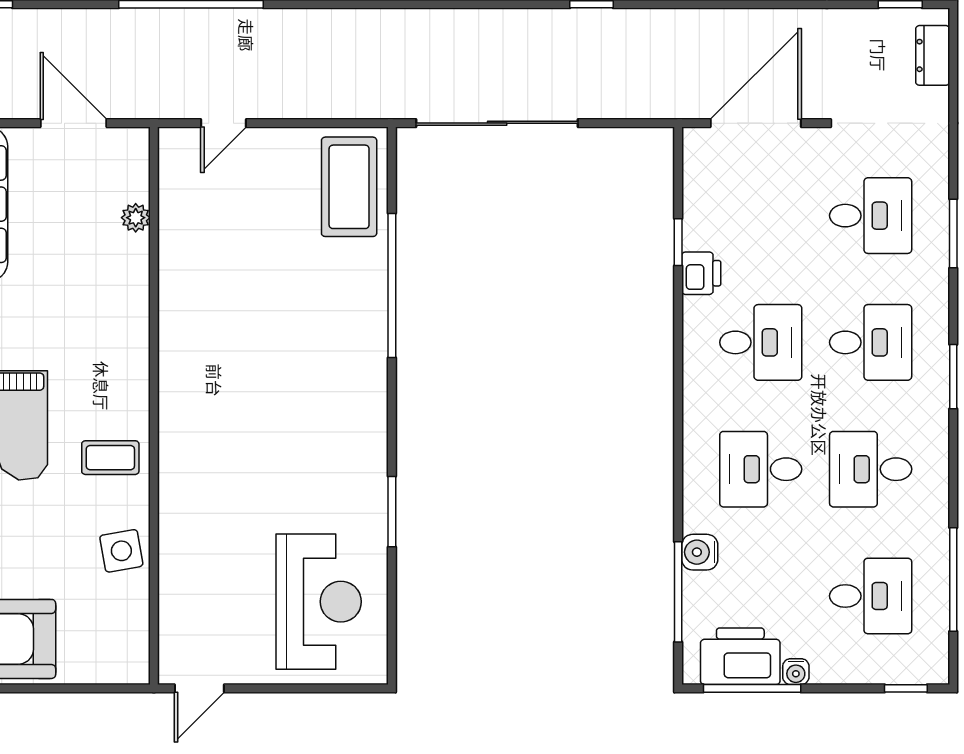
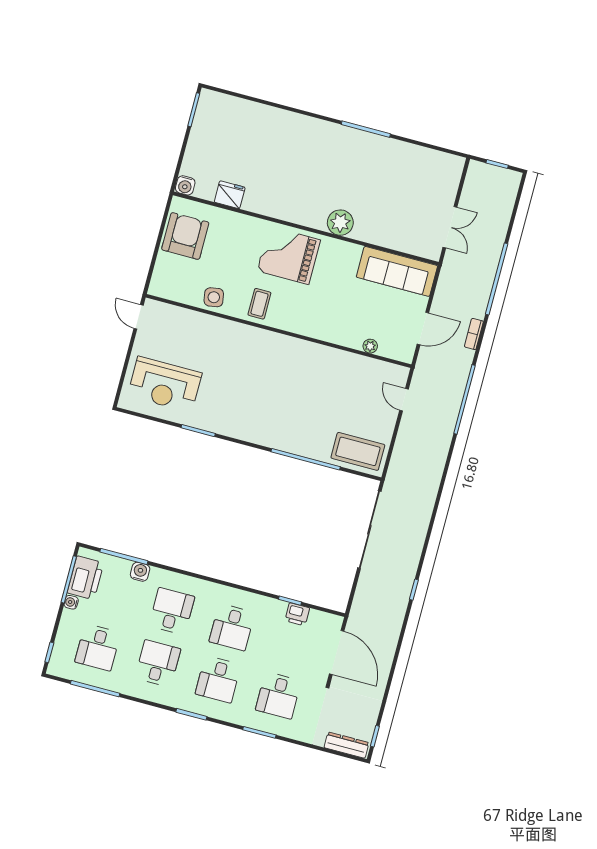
bookcase: (58, 20) -> (474, 334), added
dresser: (933, 55) -> (347, 745), width x1.44
printer: (701, 273) -> (297, 614), moved

